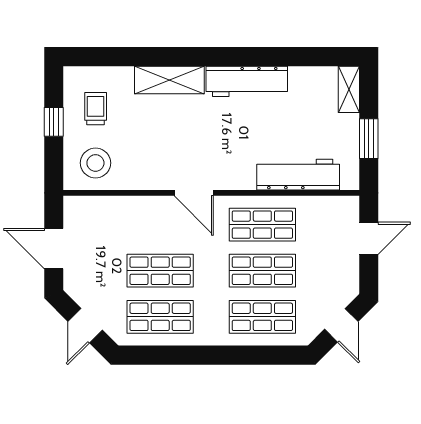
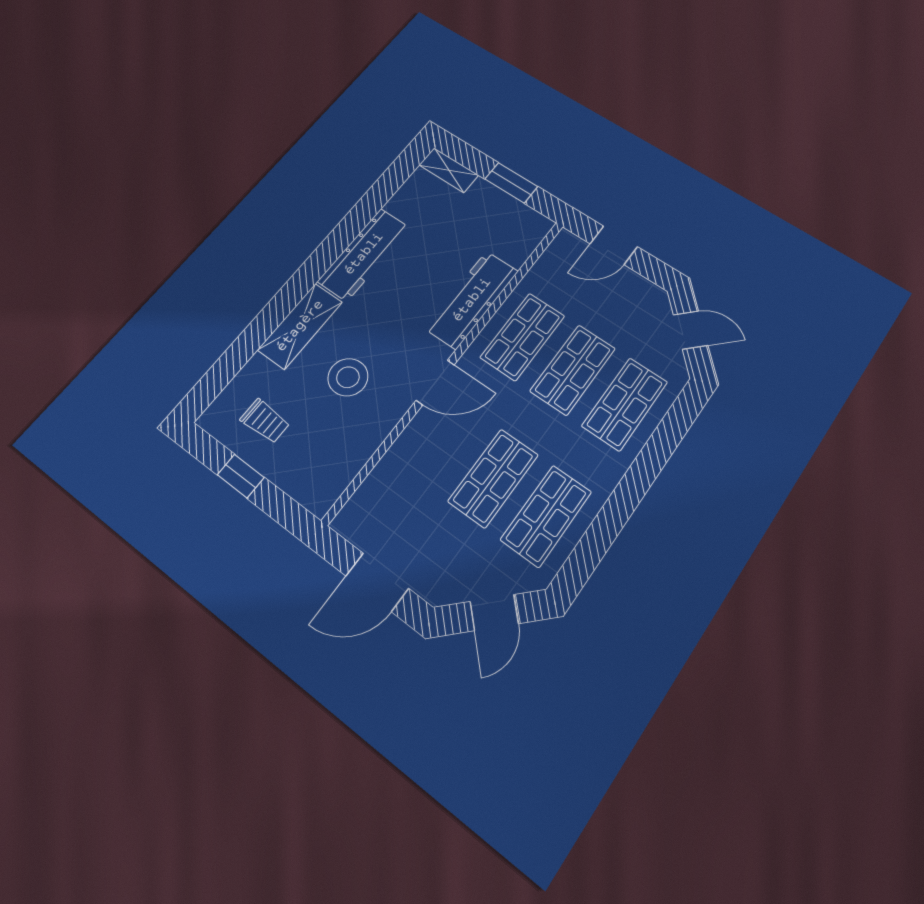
trolley: (96, 109) -> (265, 421), turned 180
stool: (95, 163) -> (348, 377), moved
workbench: (298, 175) -> (472, 300), moved
door: (369, 238) -> (614, 245), swing flipped
door: (85, 326) -> (494, 612), hinge flipped

